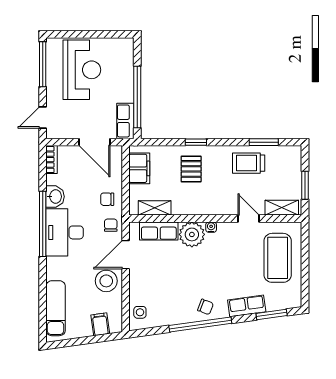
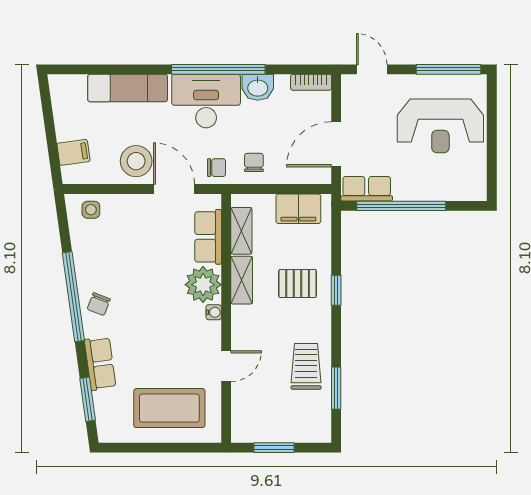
shelving: (282, 208) -> (242, 280), moved
exam couch: (56, 308) -> (128, 88), moved

